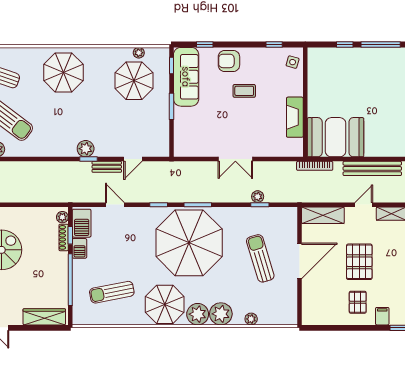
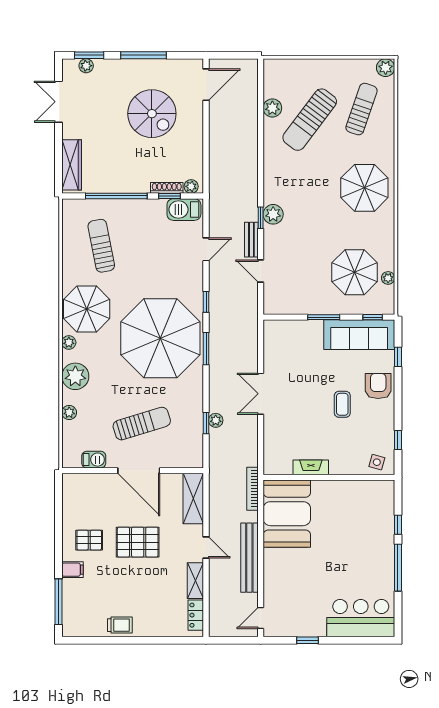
fireplace: (295, 117) -> (311, 467), width x0.73, depth x0.76
barbecue: (79, 248) -> (94, 460), moved, turned 180
plant: (198, 314) -> (69, 342), width x0.53, depth x0.53

